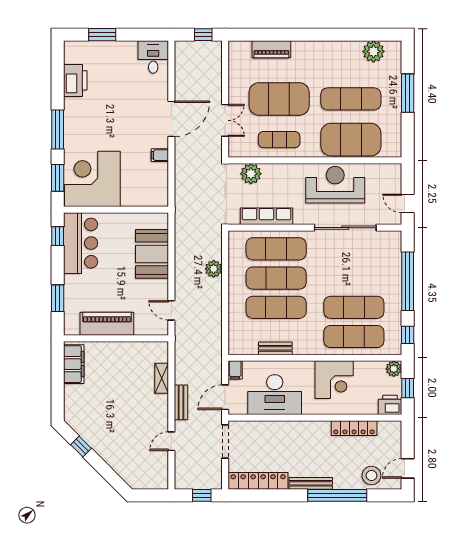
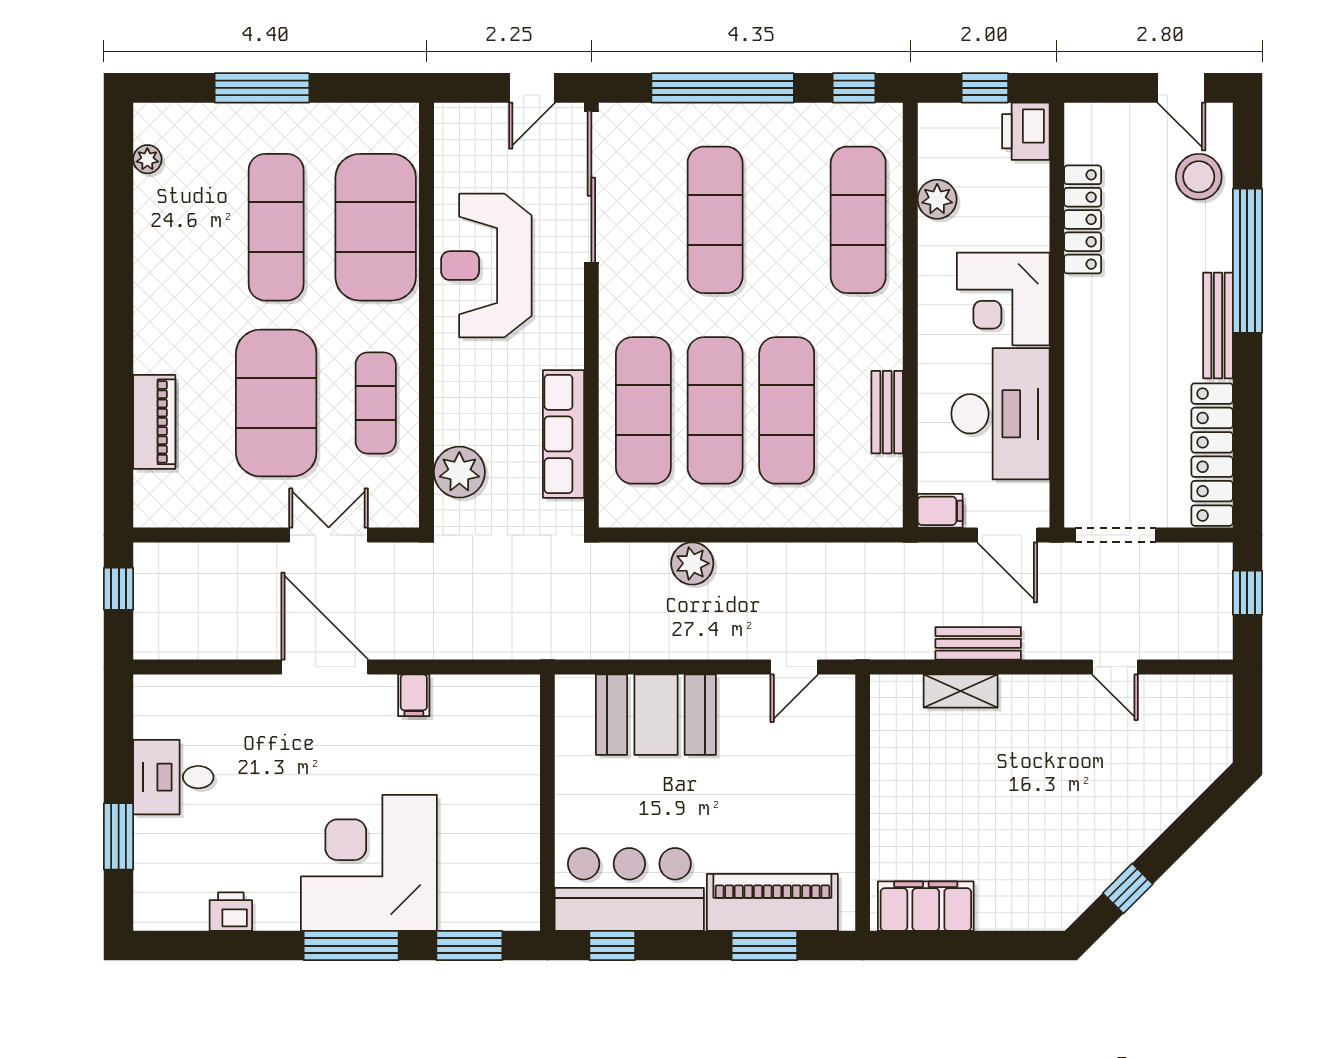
plant: (374, 51) -> (147, 159), width x0.53, depth x0.53
desk: (153, 57) -> (173, 777), moved
printer: (75, 80) -> (231, 912), width x0.53, depth x0.68
corner desk: (92, 179) -> (369, 863), moved, turned 90
sliding door: (345, 228) -> (591, 187), moved
exercise mat: (354, 307) -> (715, 220), moved
piano: (107, 324) -> (772, 902), moved, turned 90
plant: (394, 369) -> (937, 199), moved
corner desk: (334, 380) -> (1003, 299), moved, turned 180
bench: (181, 402) -> (978, 643), moved

